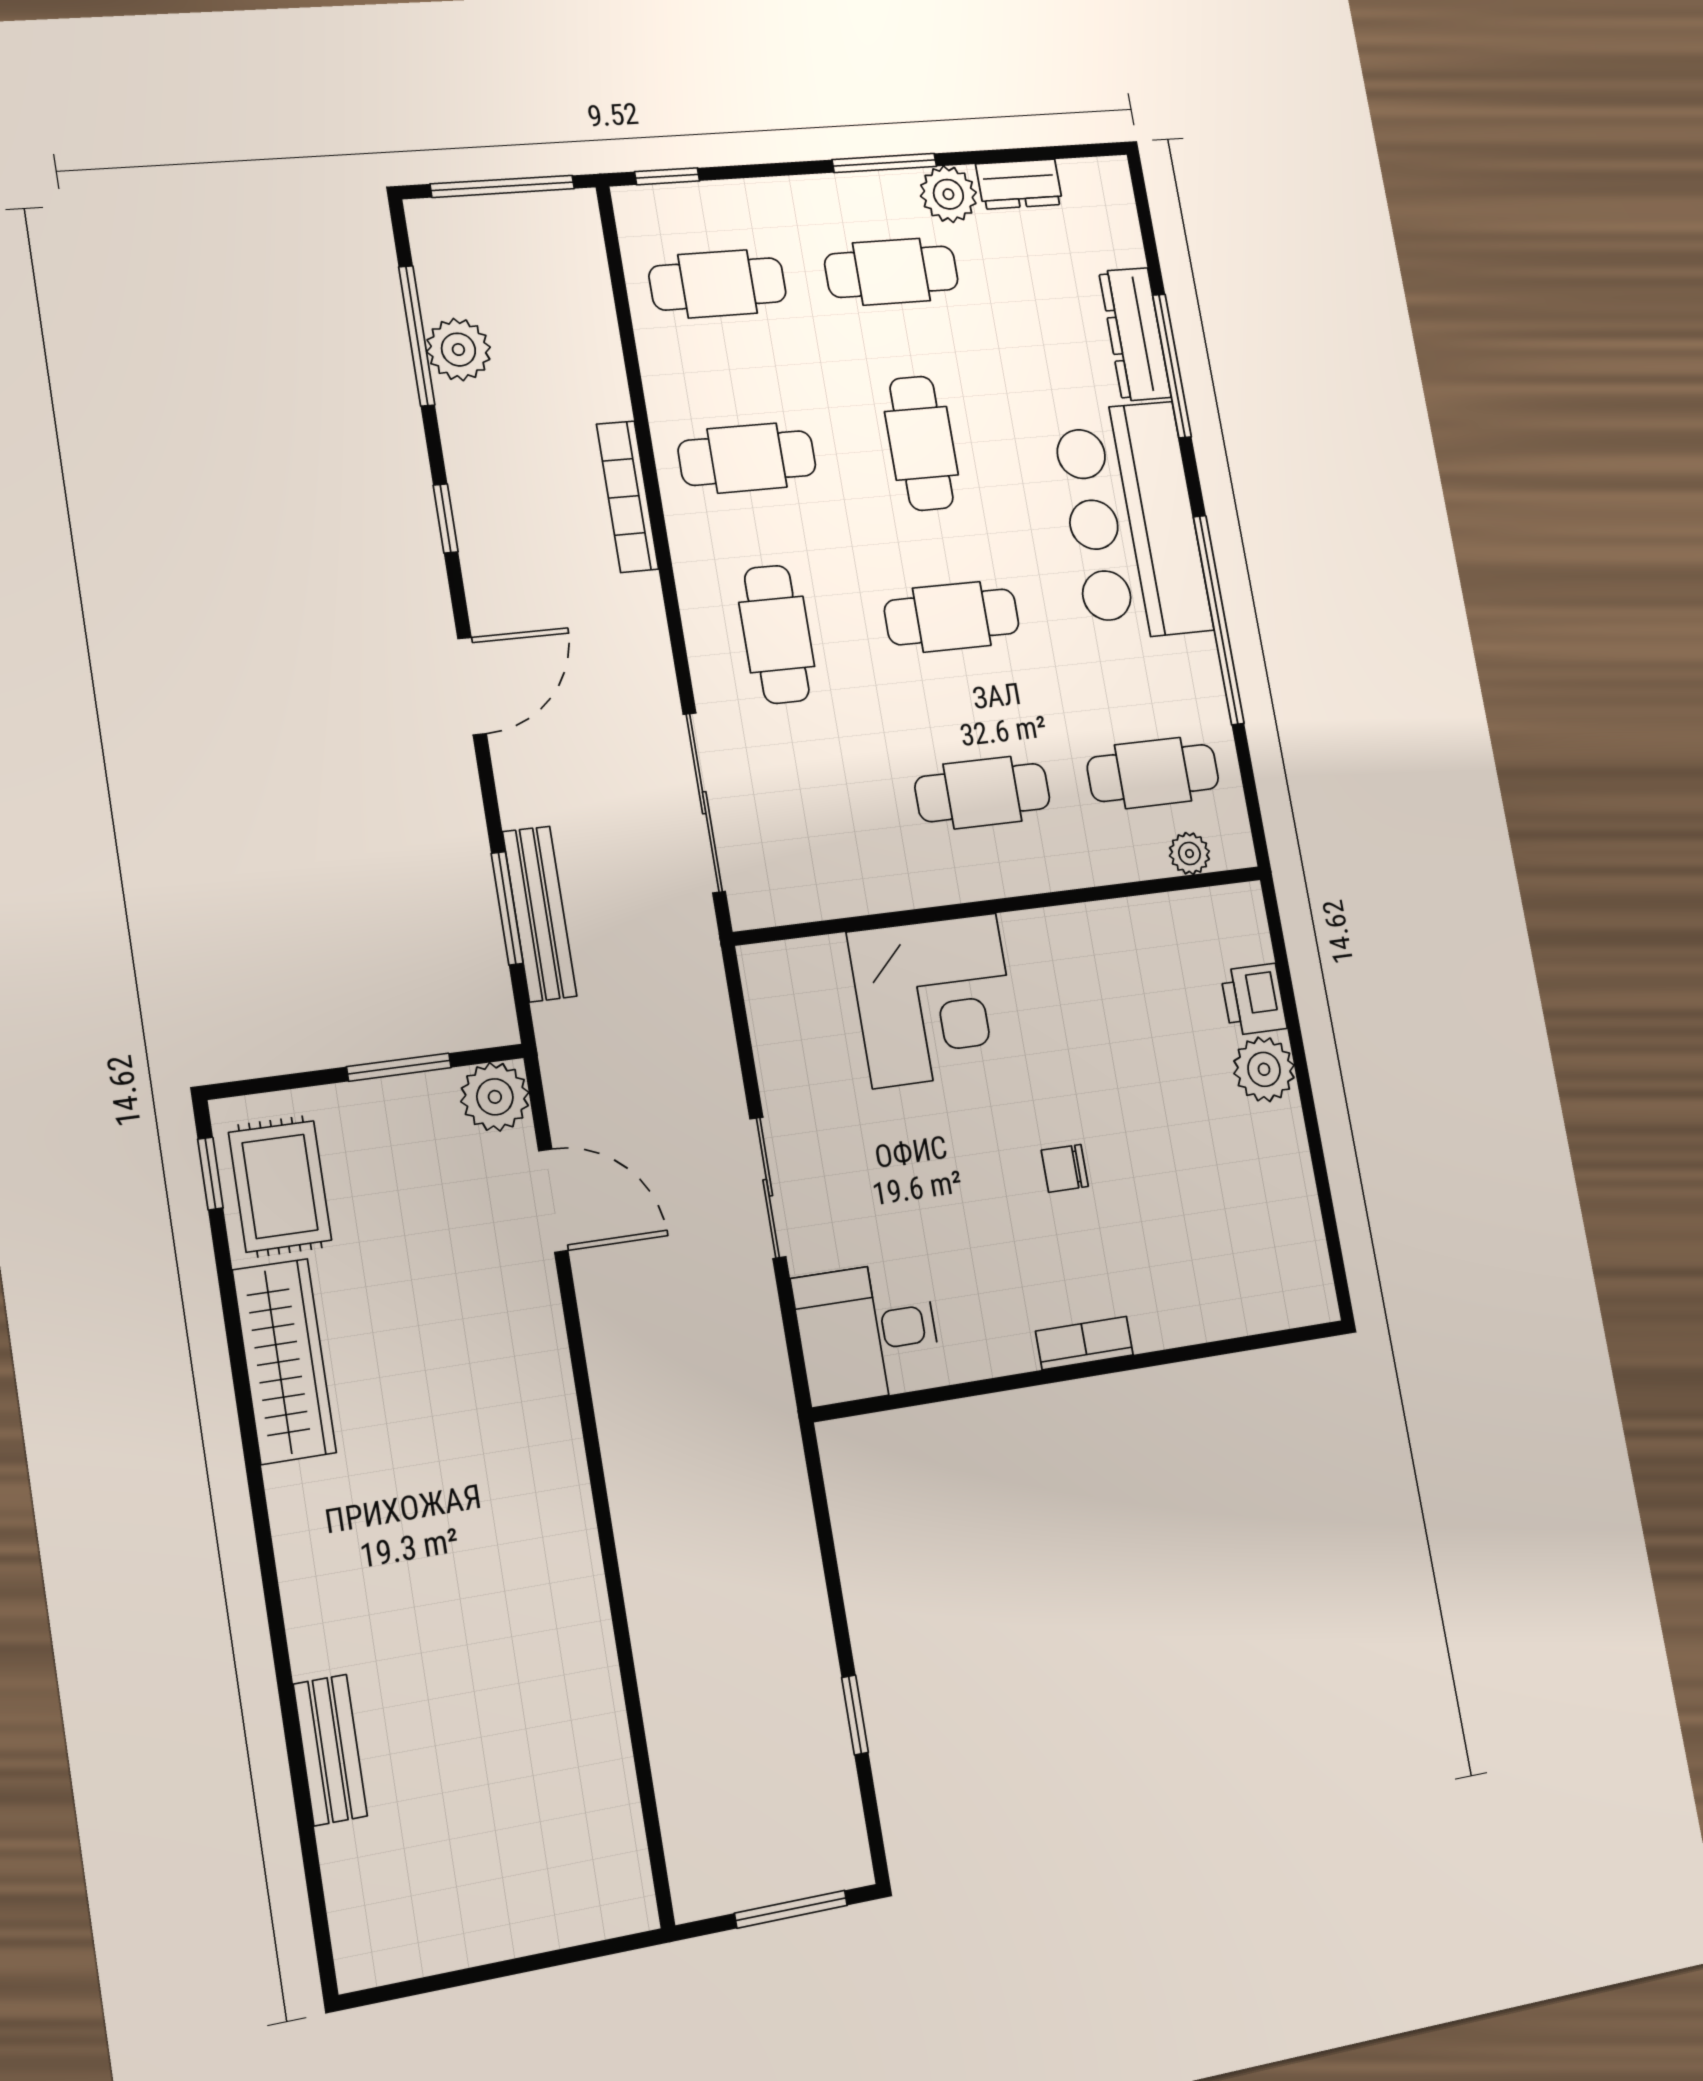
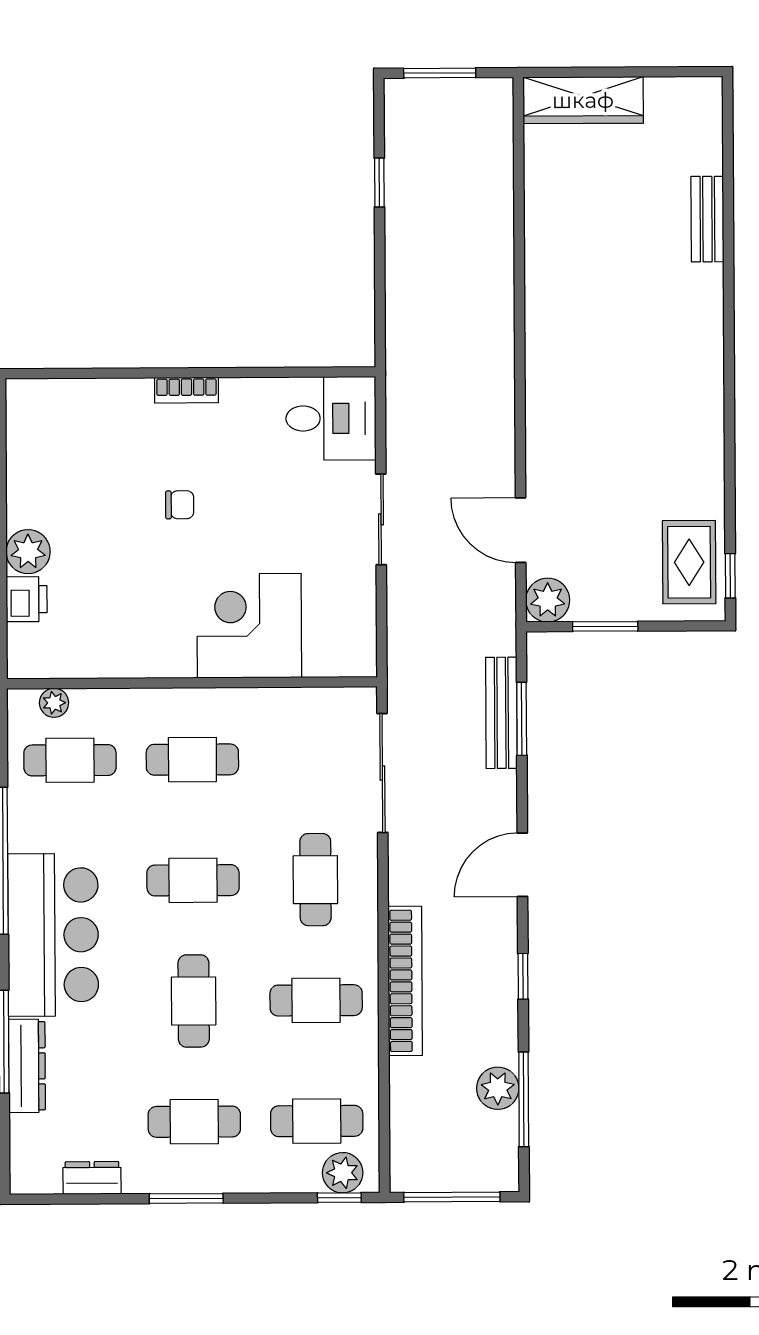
plant: (948, 194) -> (343, 1173), moved
bookcase: (627, 497) -> (405, 981), width x1.48, depth x1.31
wardrobe: (284, 1361) -> (583, 100), moved, turned -90

